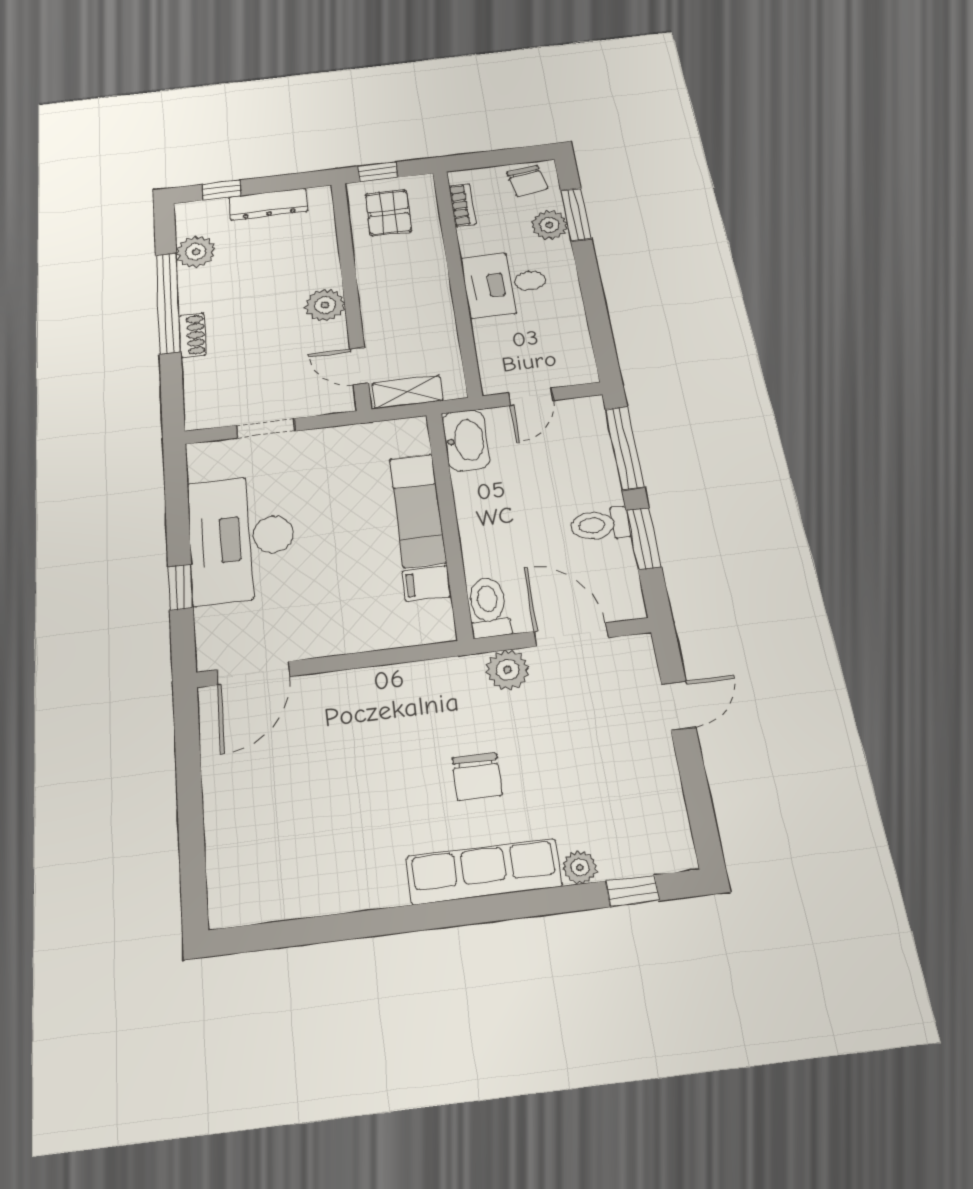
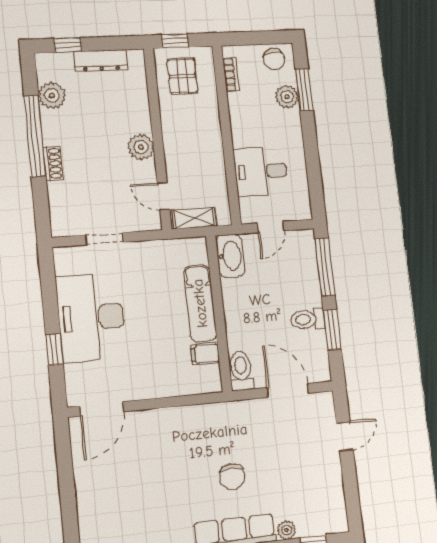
desk: (505, 284) -> (261, 171), moved
plant: (507, 670) -> (251, 411), removed

